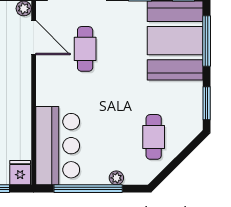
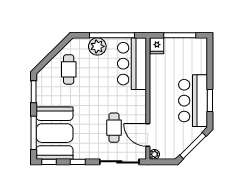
plant: (116, 178) -> (97, 46), width x1.88, depth x1.88

